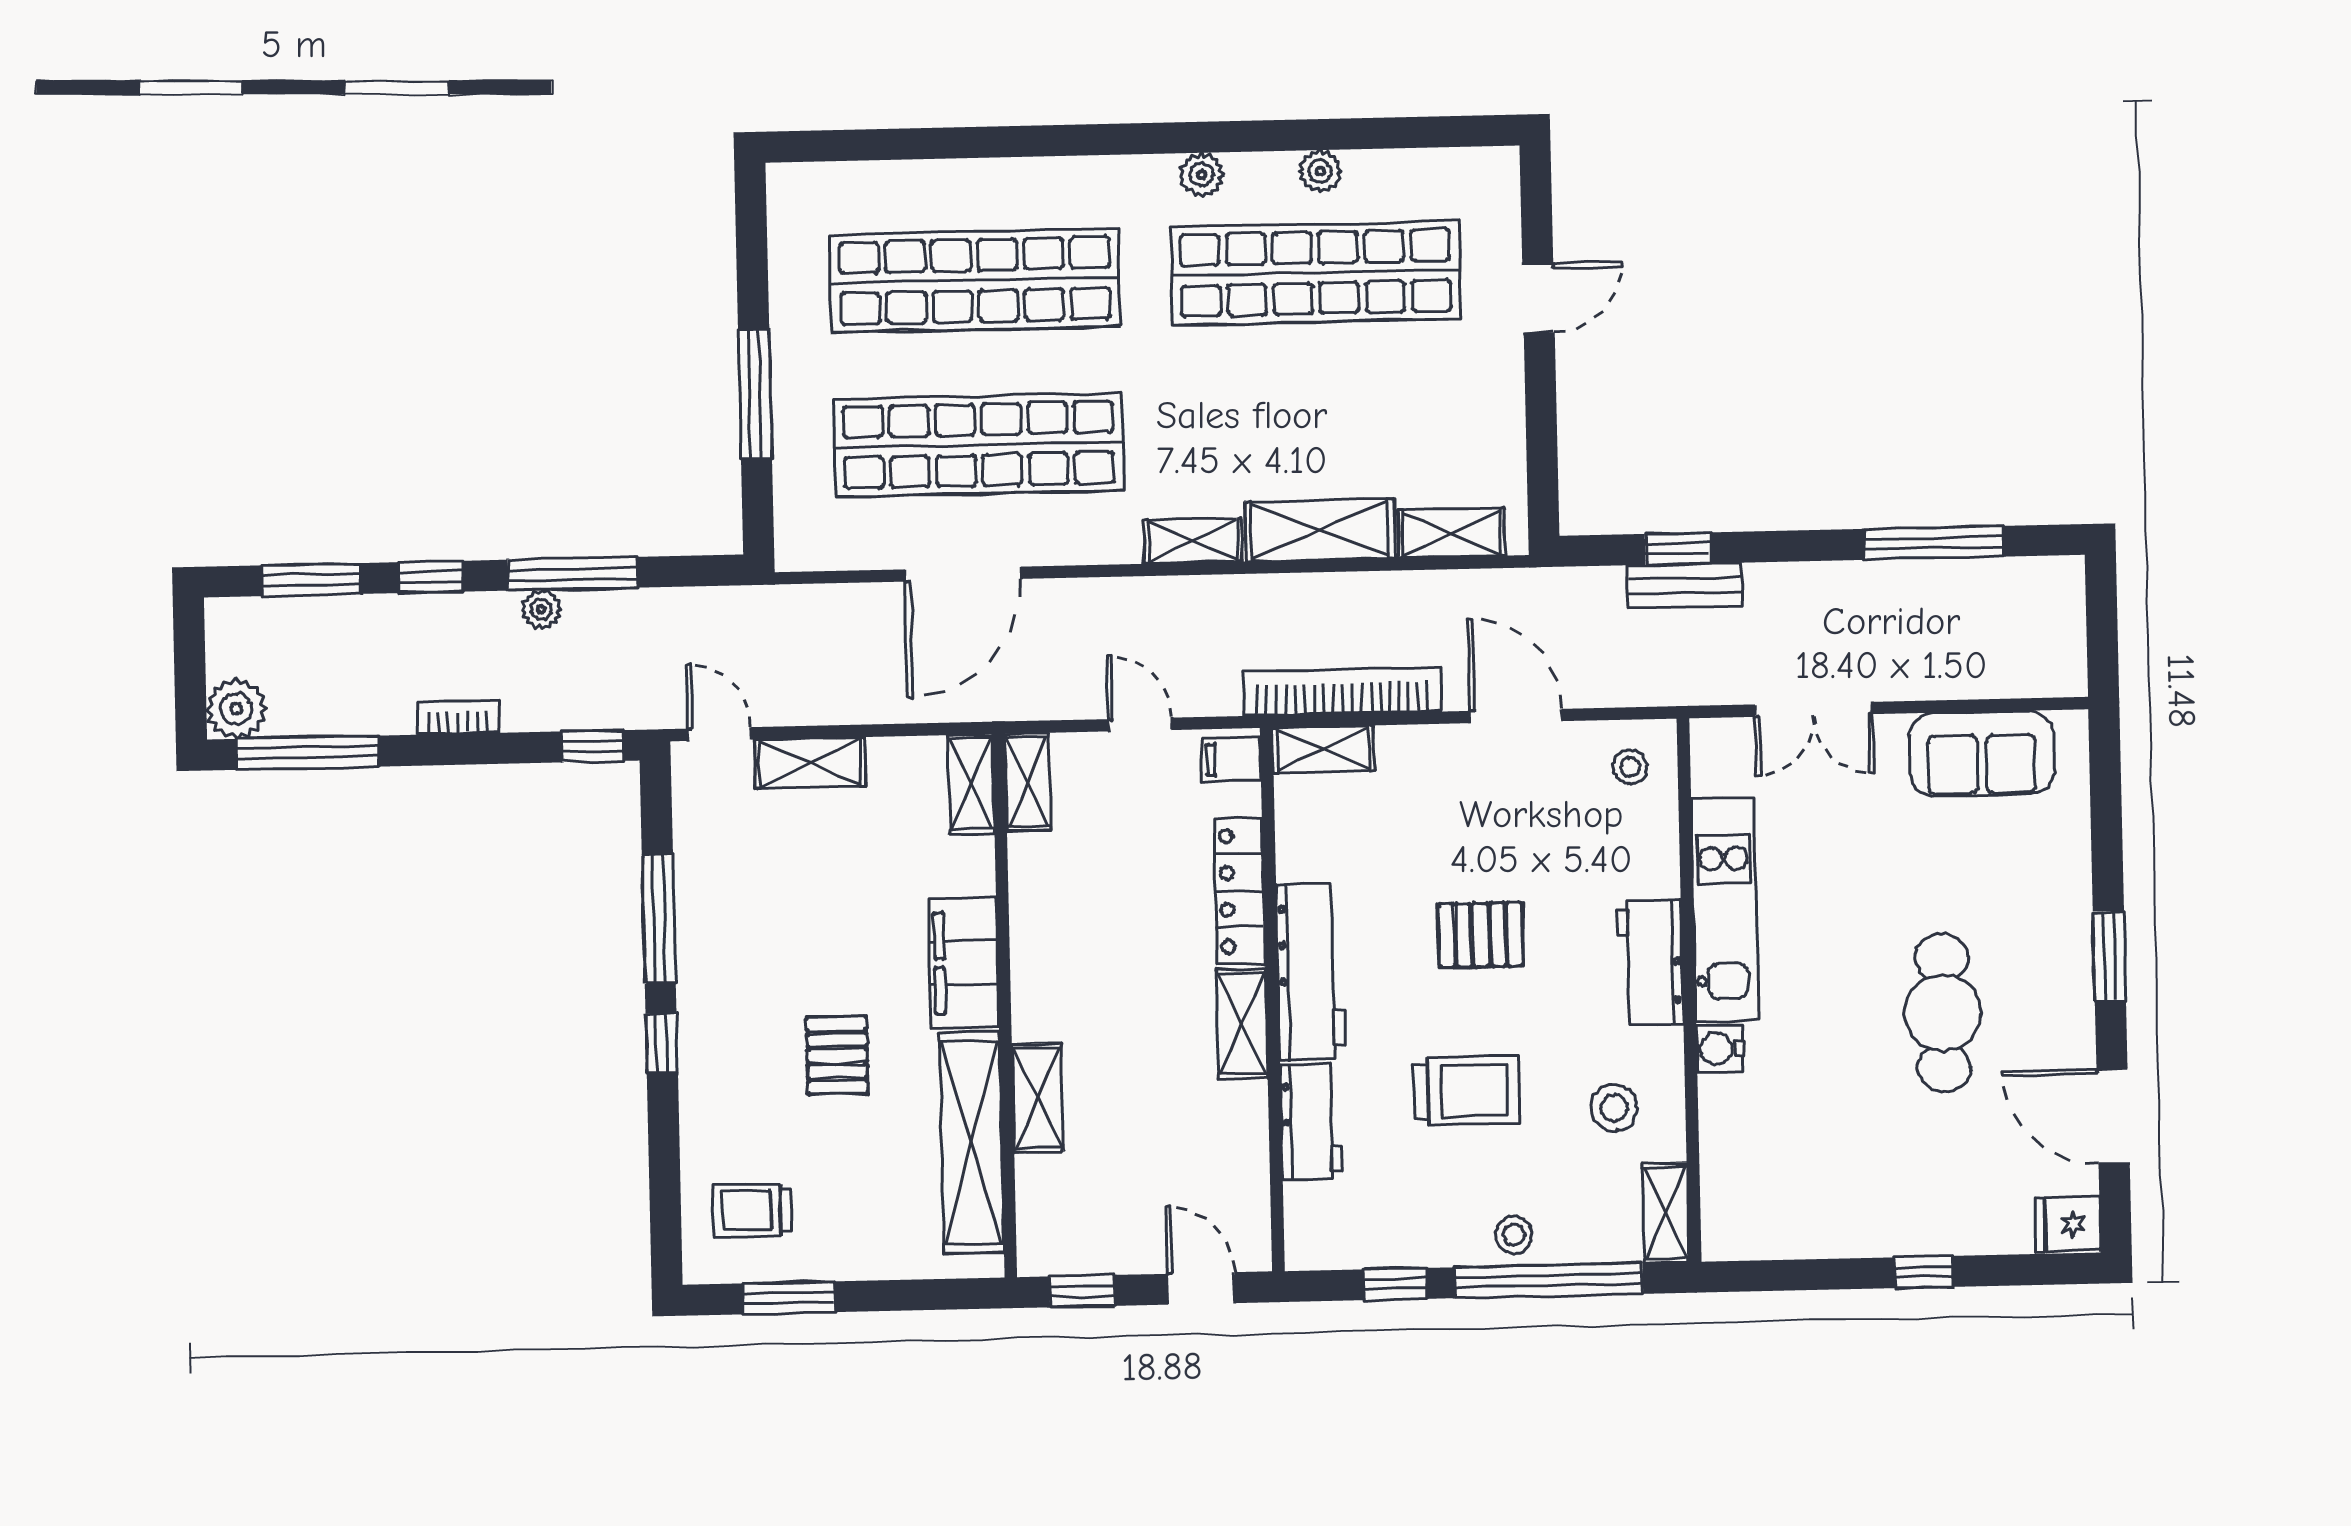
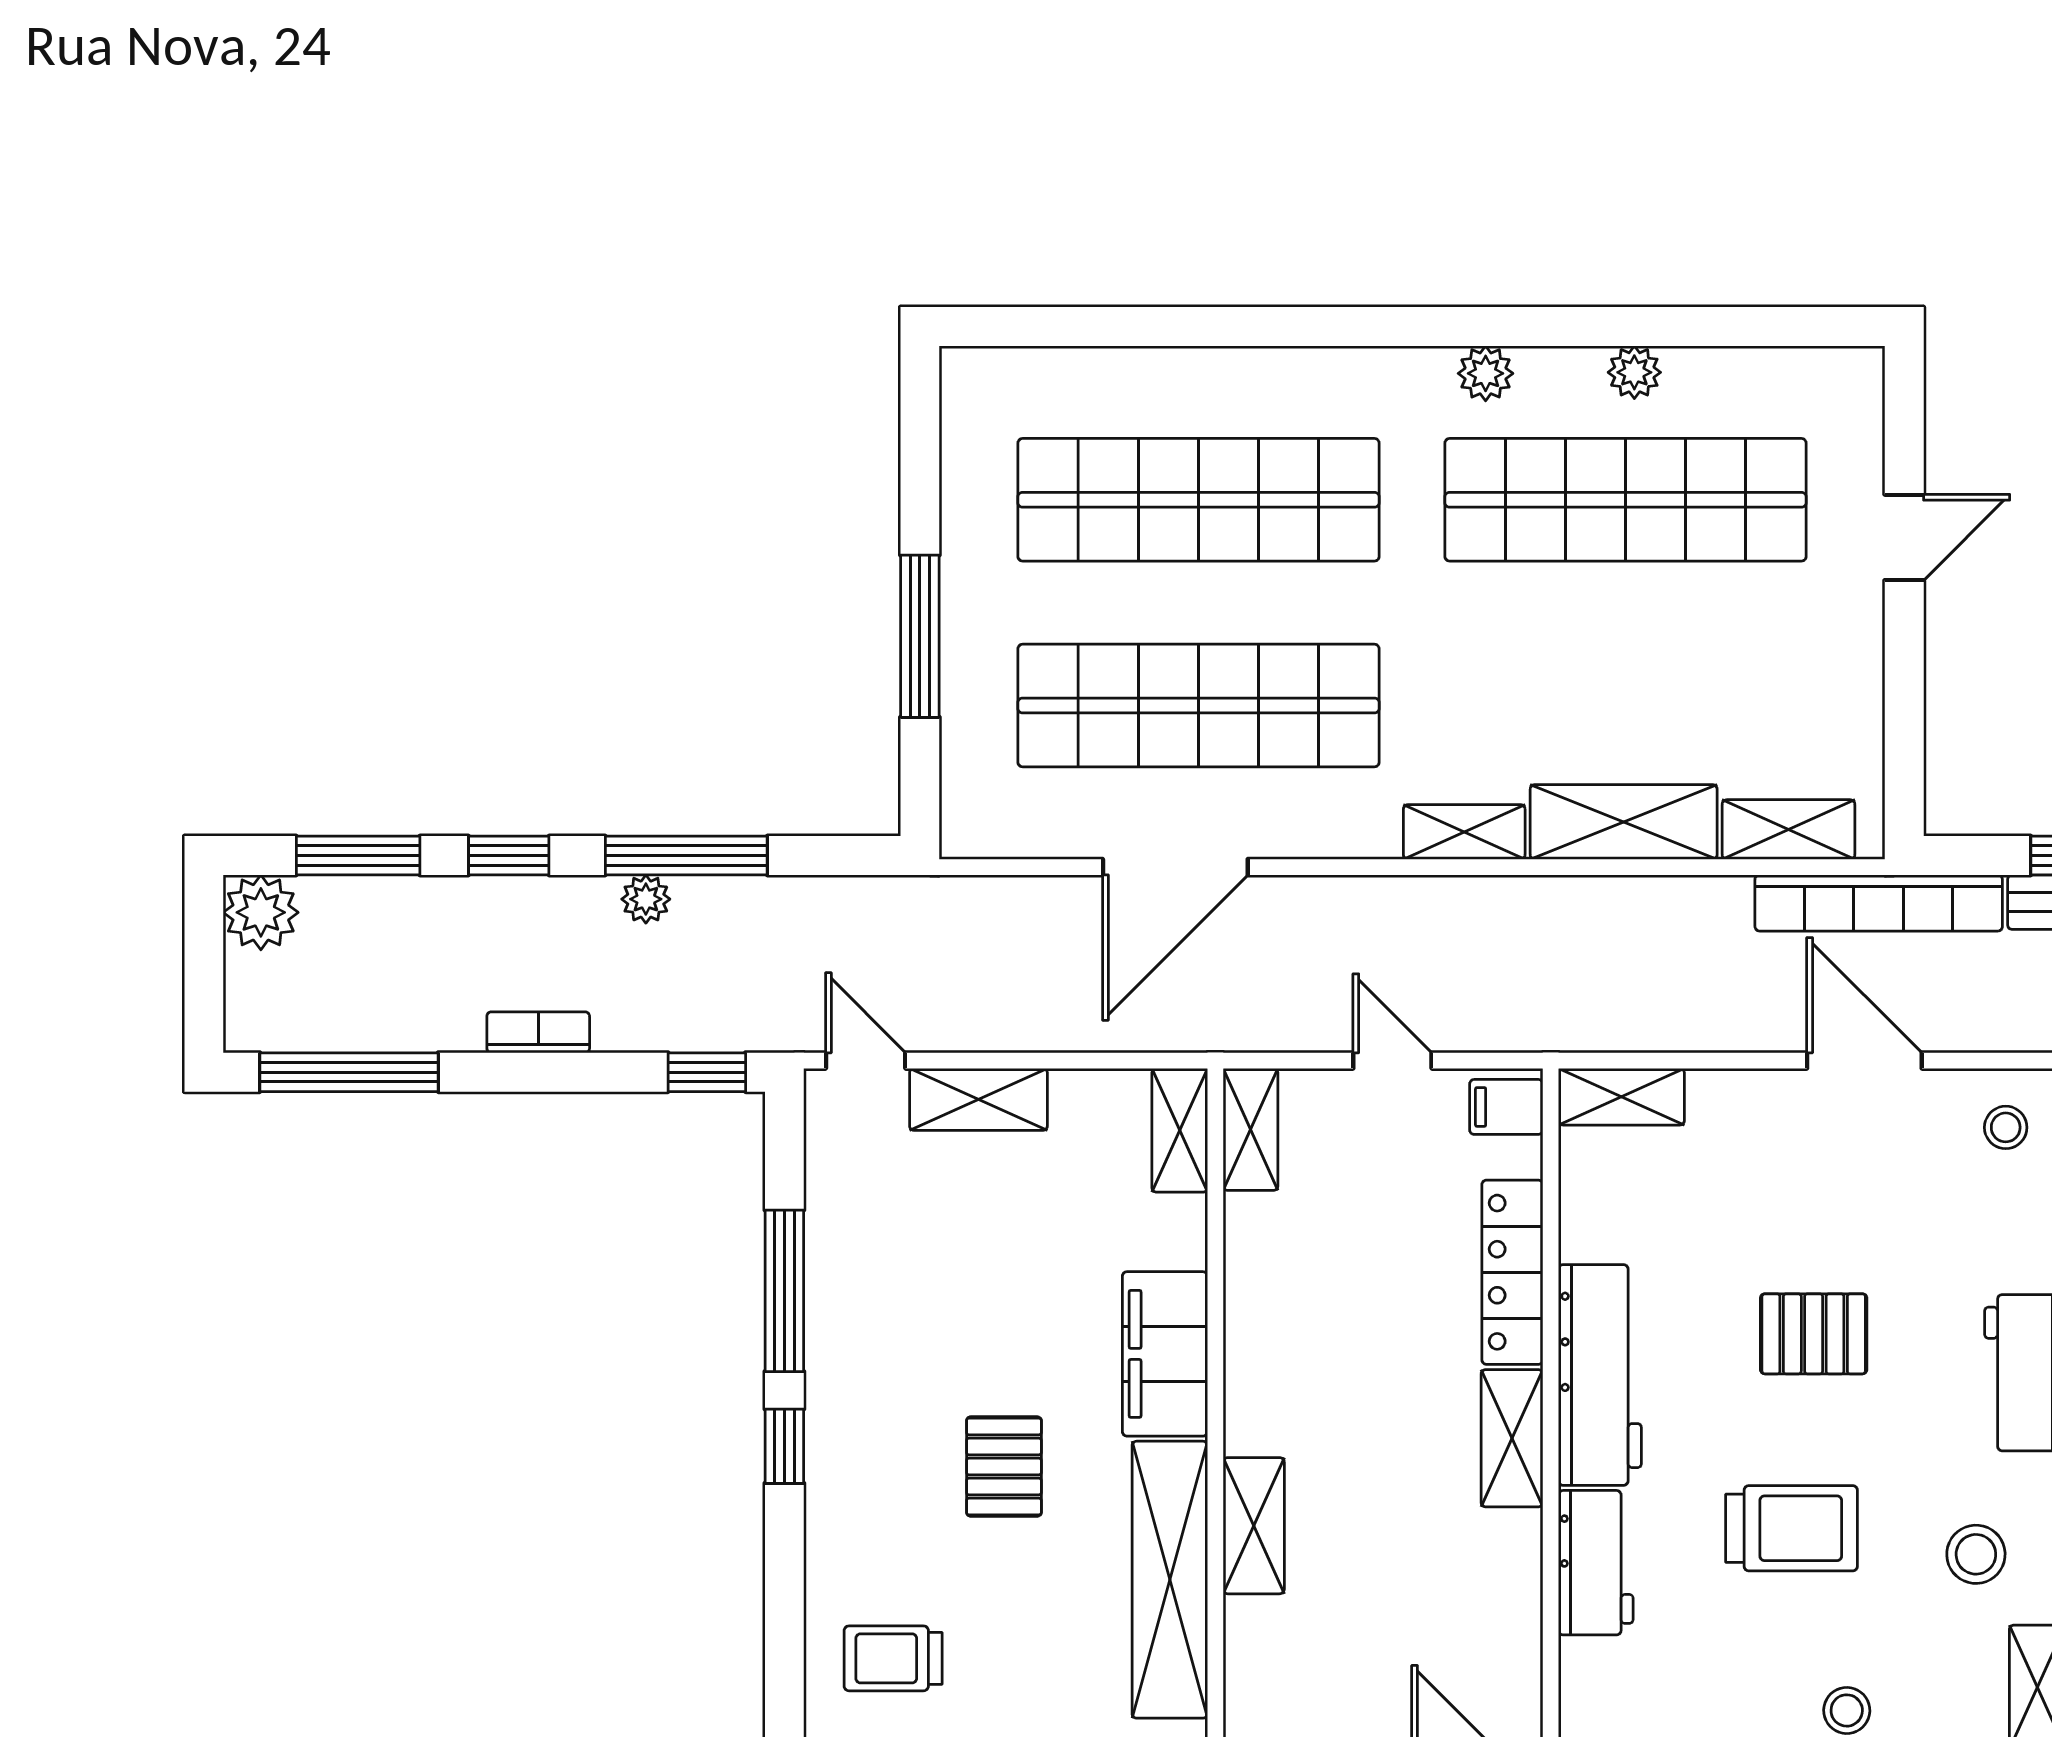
bookcase: (1342, 691) -> (1879, 903), moved, turned 180
plant: (236, 709) -> (261, 912), moved

